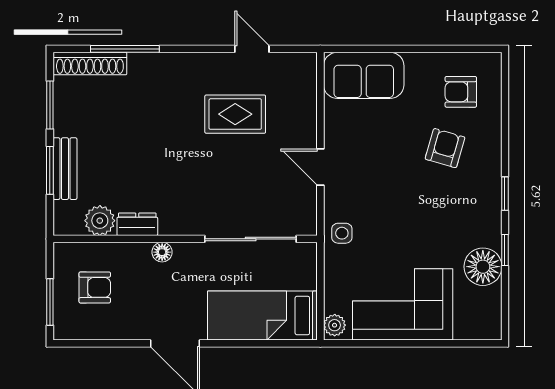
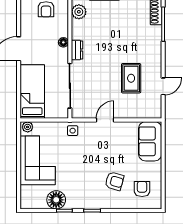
dresser: (137, 224) -> (77, 50), moved

